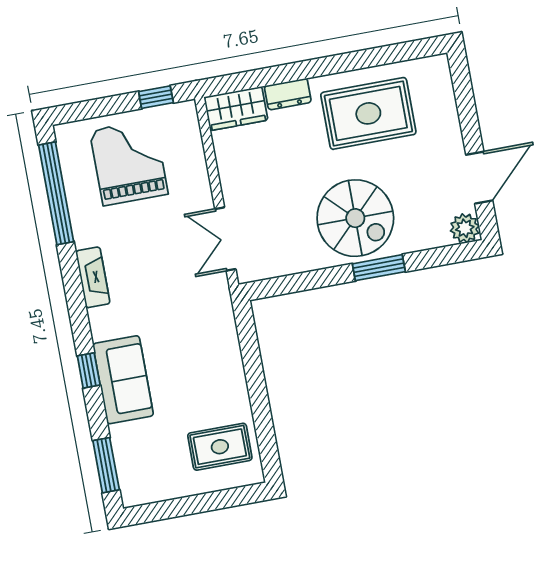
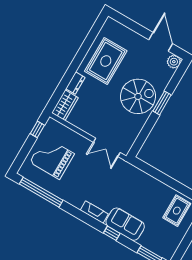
fireplace: (93, 277) -> (94, 212), moved

